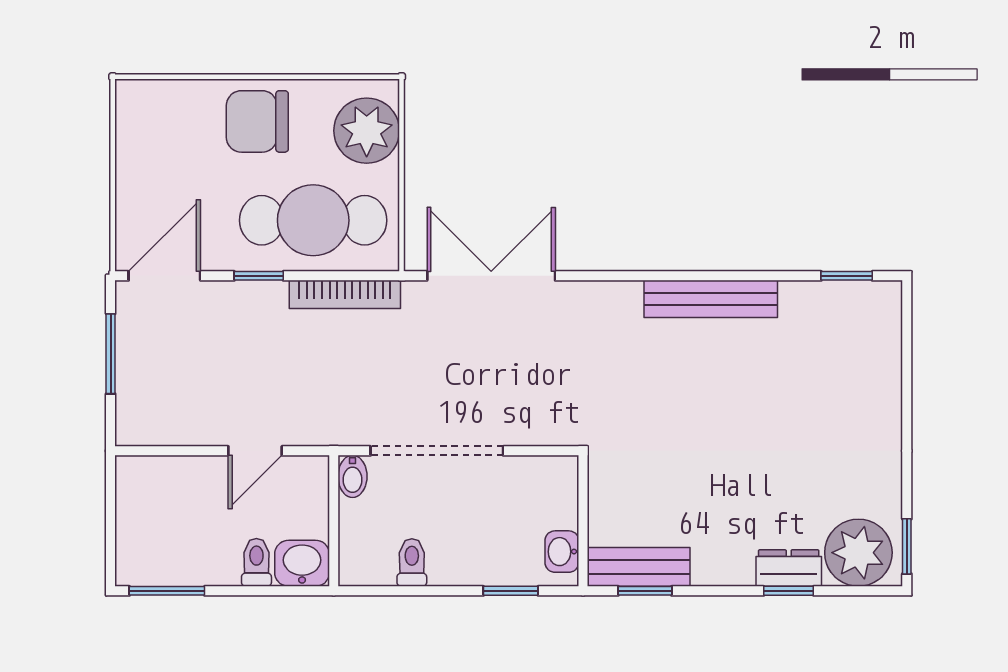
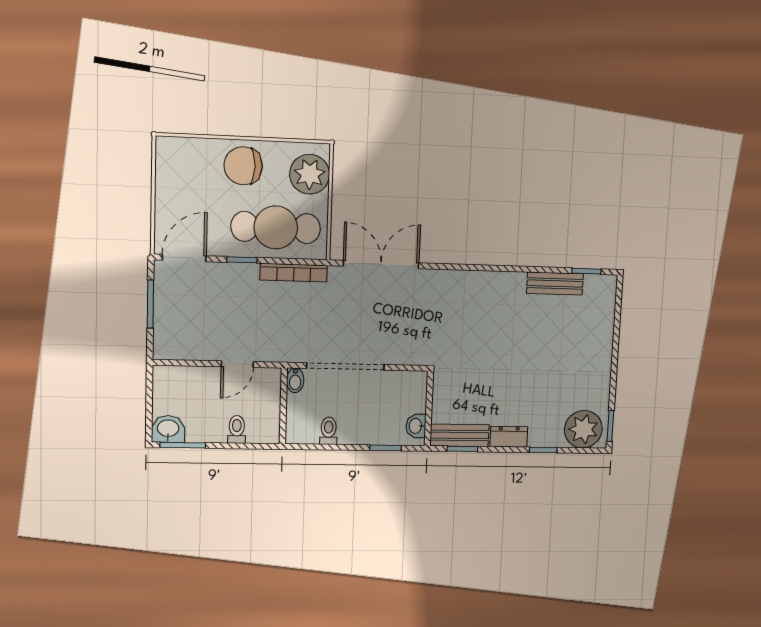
bench: (711, 299) -> (555, 284), moved, width x0.73
washbasin: (302, 563) -> (168, 429), moved
dresser: (789, 568) -> (509, 437), moved

